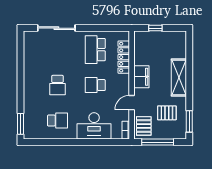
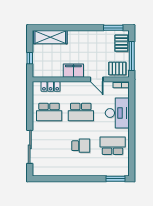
locker: (124, 57) -> (51, 86), width x0.66
shelving: (179, 77) -> (50, 37), moved
school desk: (95, 85) -> (81, 112), width x1.85
pallet: (167, 113) -> (121, 43), moved
school desk: (57, 121) -> (113, 146), width x1.85

